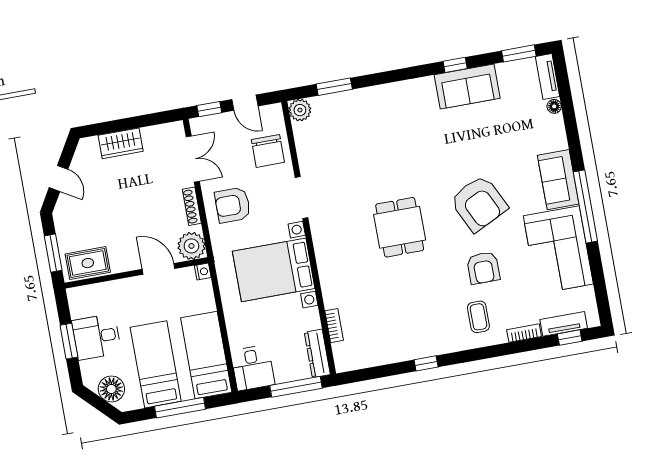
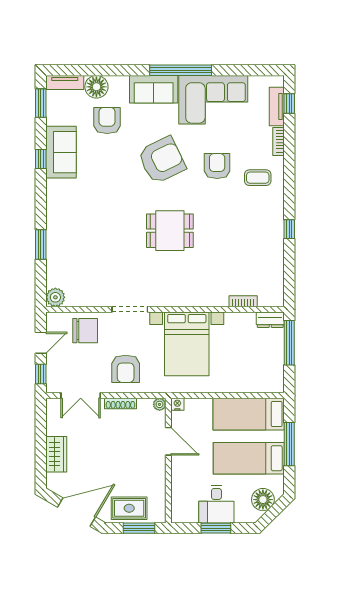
window: (334, 87) -> (41, 244), moved
floor lamp: (554, 106) -> (96, 87), width x1.89, depth x1.89
armchair: (513, 133) -> (107, 121), added
double door: (193, 159) -> (81, 396), swing flipped
door: (59, 178) -> (77, 512), width x1.87
plant: (191, 246) -> (160, 404), width x0.53, depth x0.53
rug: (88, 263) -> (129, 508), moved, turned 90
armchair: (483, 268) -> (217, 166), turned -90
door: (158, 269) -> (168, 441), swing flipped
dresser: (317, 353) -> (270, 320), width x0.70
desk: (253, 368) -> (266, 377), removed

